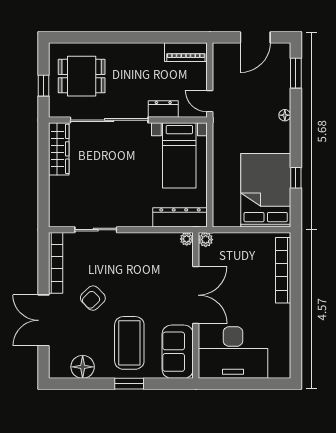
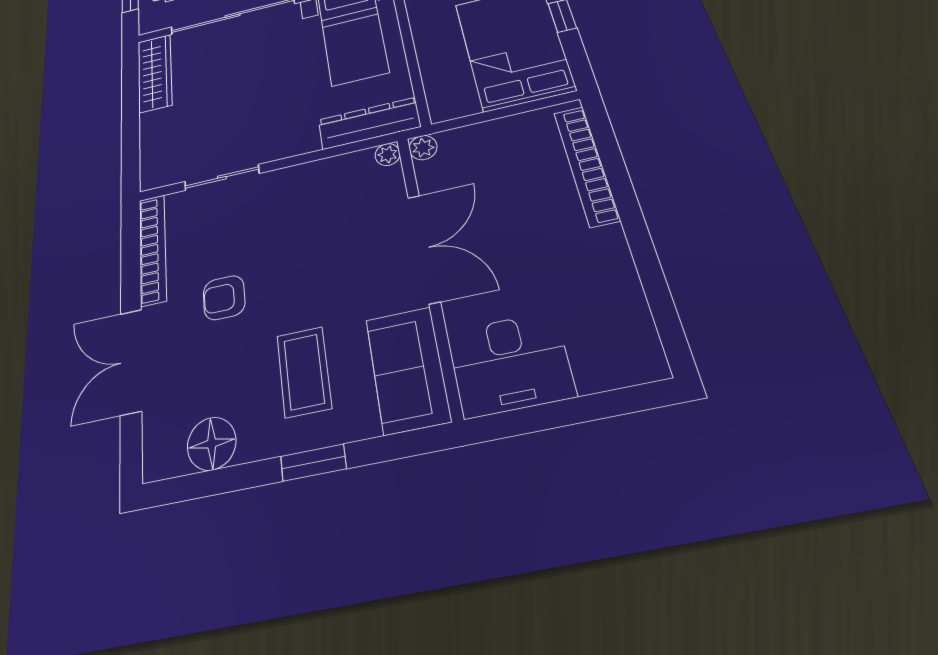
armchair: (93, 298) -> (224, 298), turned 44
coffee table: (129, 343) -> (304, 372), width x0.73, depth x0.76
desk: (233, 353) -> (510, 364), width x0.73, depth x0.77

